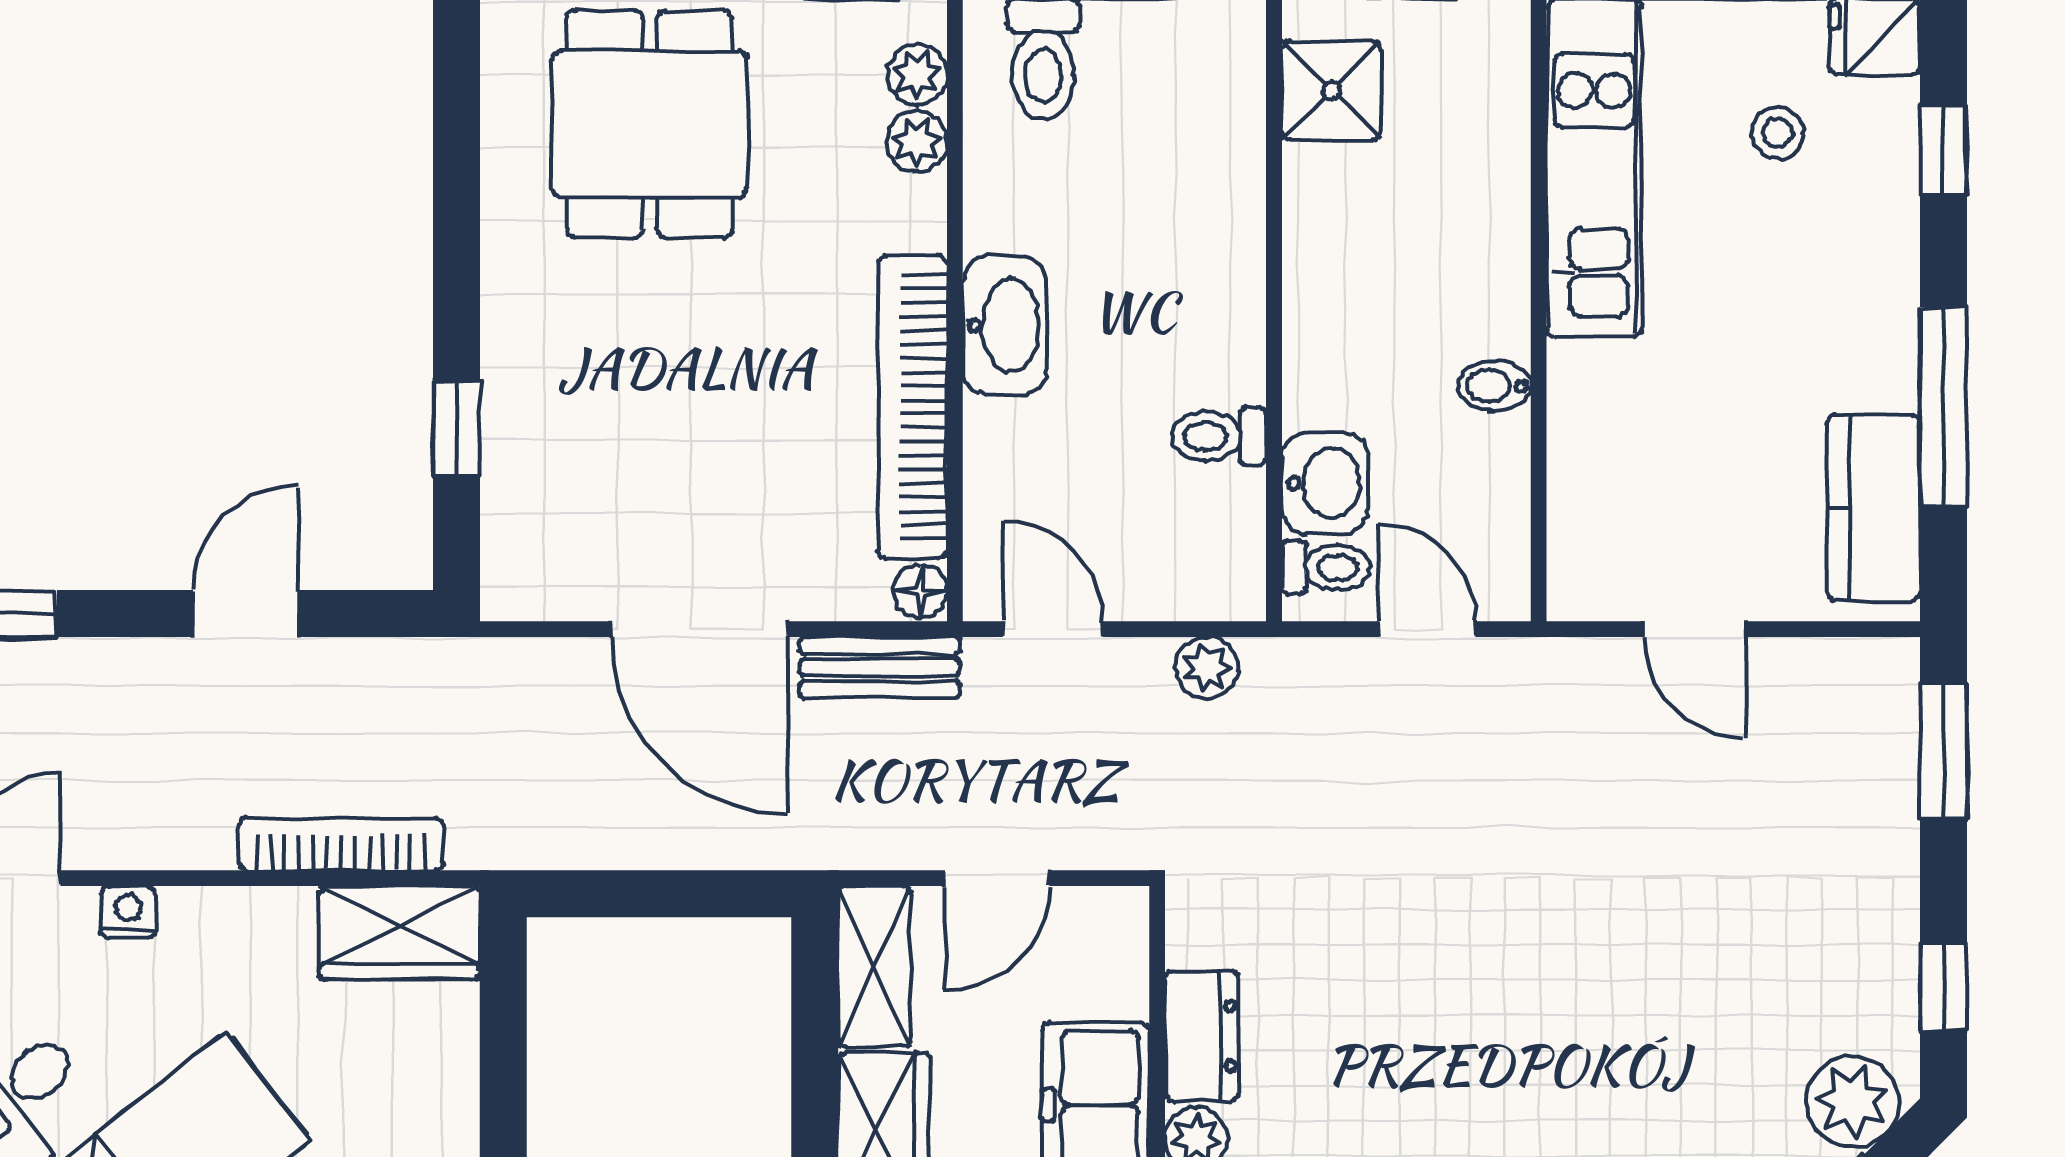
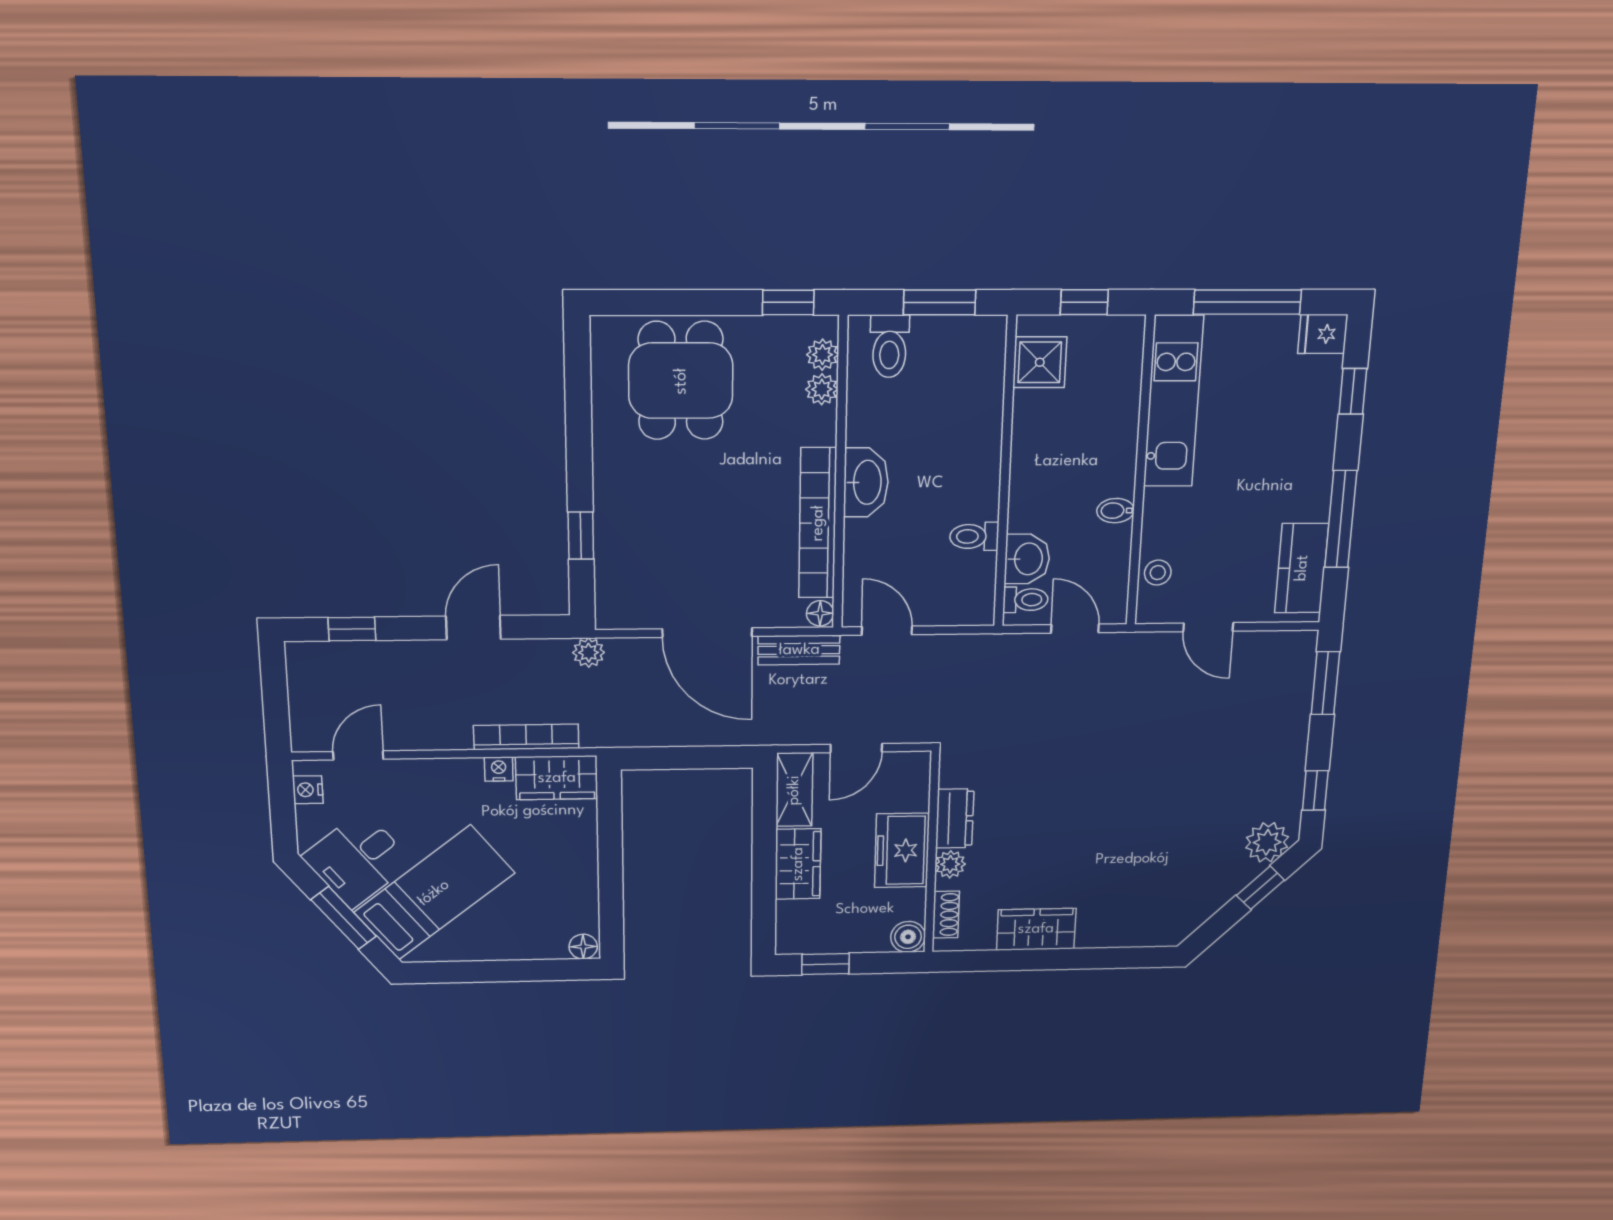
stool: (1778, 133) -> (1158, 573), moved
plant: (1207, 668) -> (589, 653), moved
nightstand: (128, 912) -> (499, 769), moved

